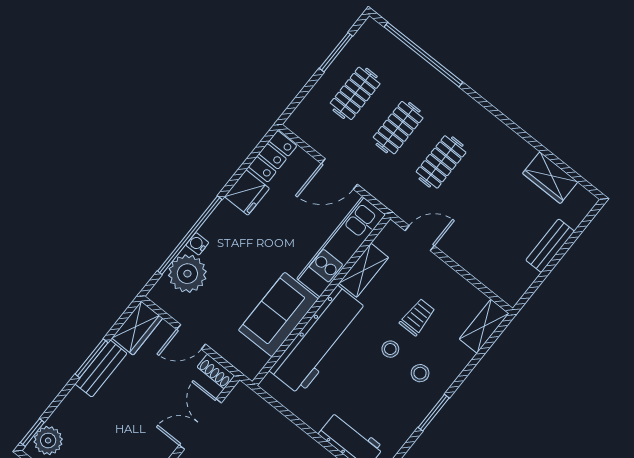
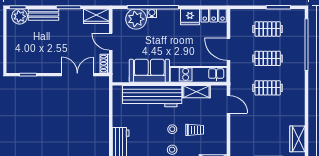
bench: (101, 369) -> (44, 15), moved

